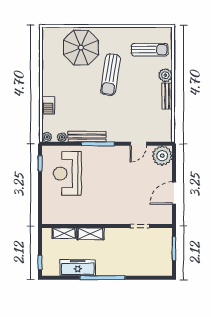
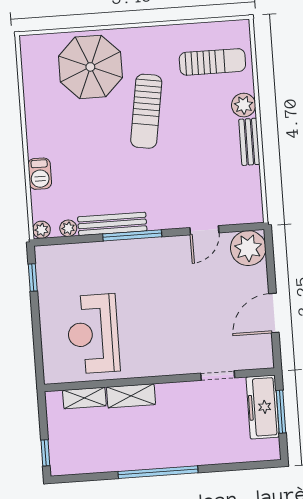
reception desk: (67, 174) -> (93, 334), moved
freezer: (78, 268) -> (263, 407), moved, turned -90

